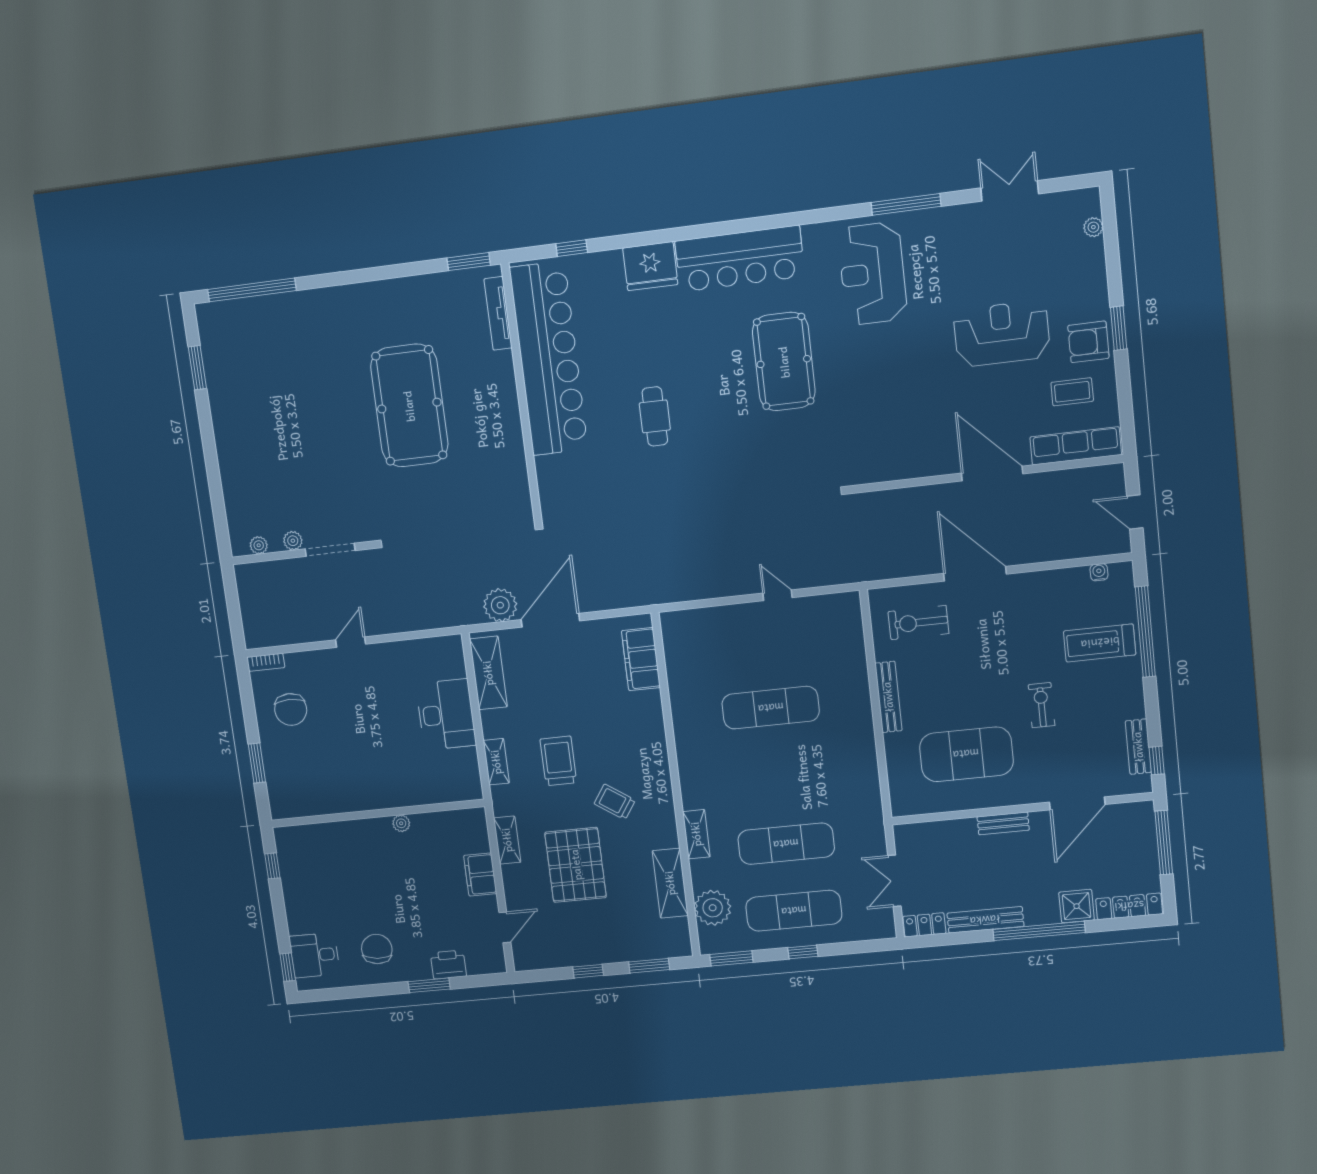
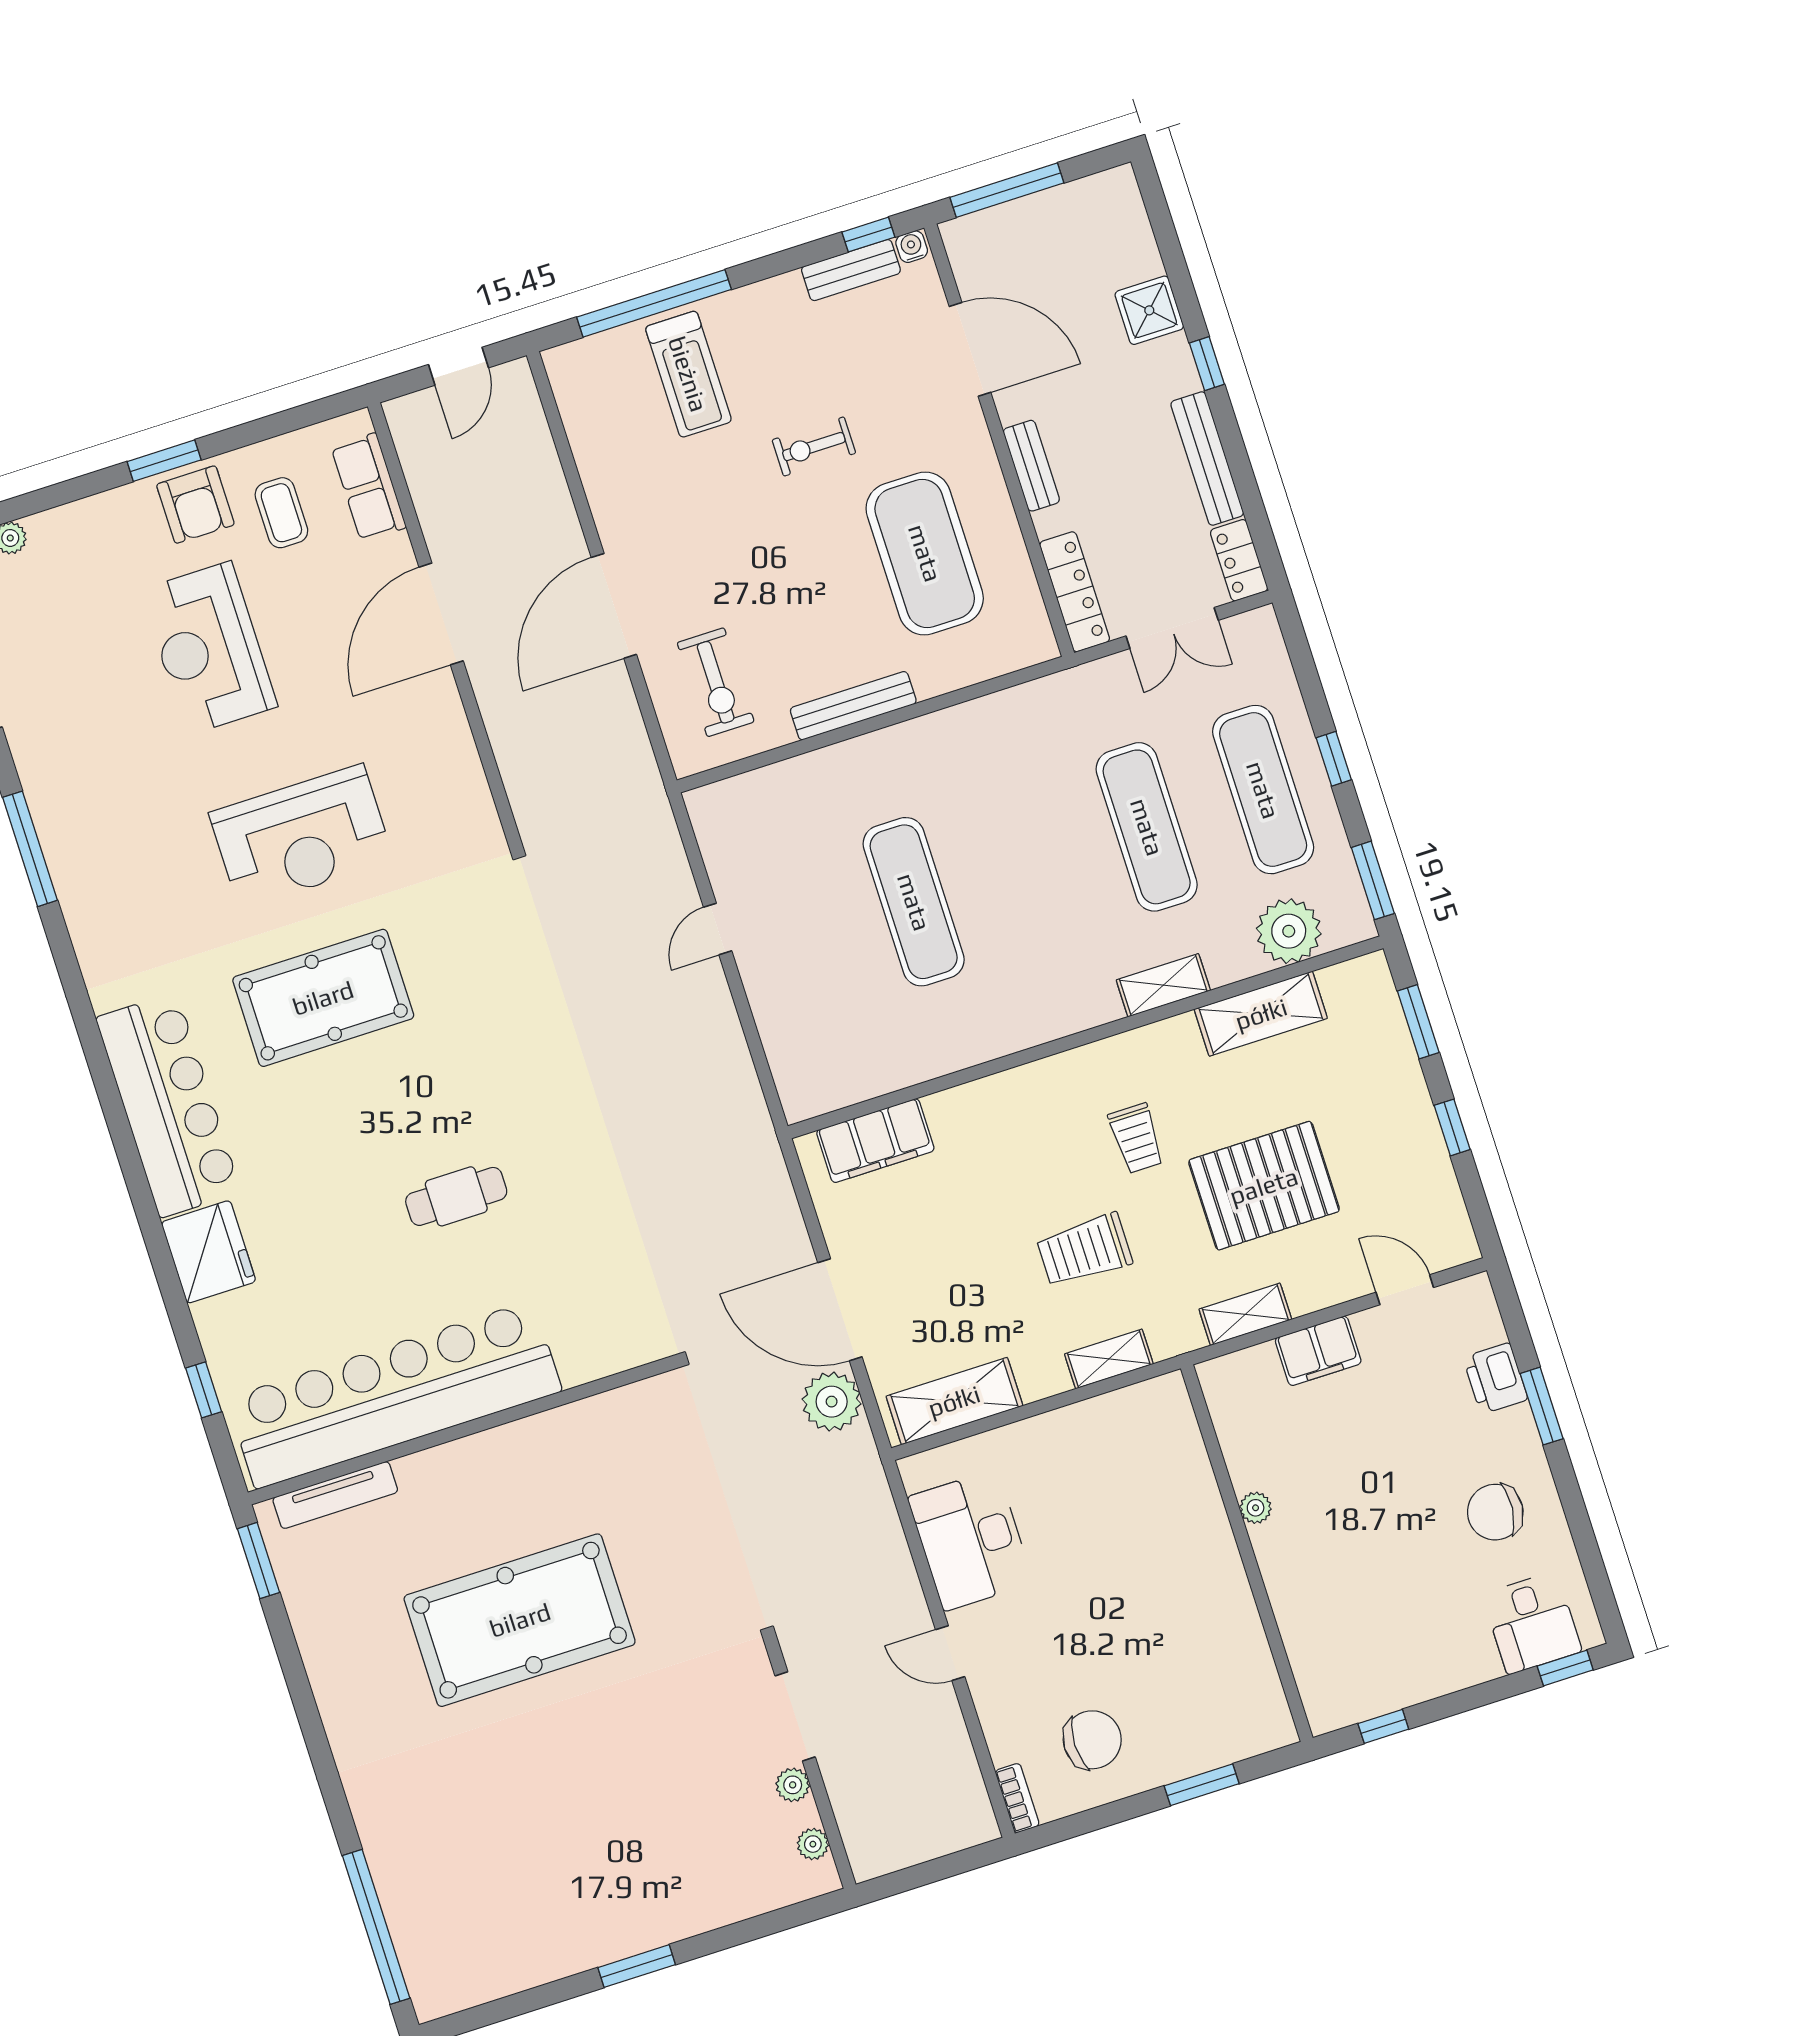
reception desk: (872, 274) -> (301, 836), moved
window: (197, 368) -> (637, 1966), moved
row of seats: (1076, 446) -> (369, 487), width x0.68
water cooler: (1099, 572) -> (912, 247), moved, turned 90
desk: (446, 714) -> (970, 1540), moved, turned -90
trolley: (615, 802) -> (1136, 1138), turned -34
locker: (1129, 906) -> (1075, 592), moved, turned 180
window: (1039, 931) -> (1207, 364), width x0.32

